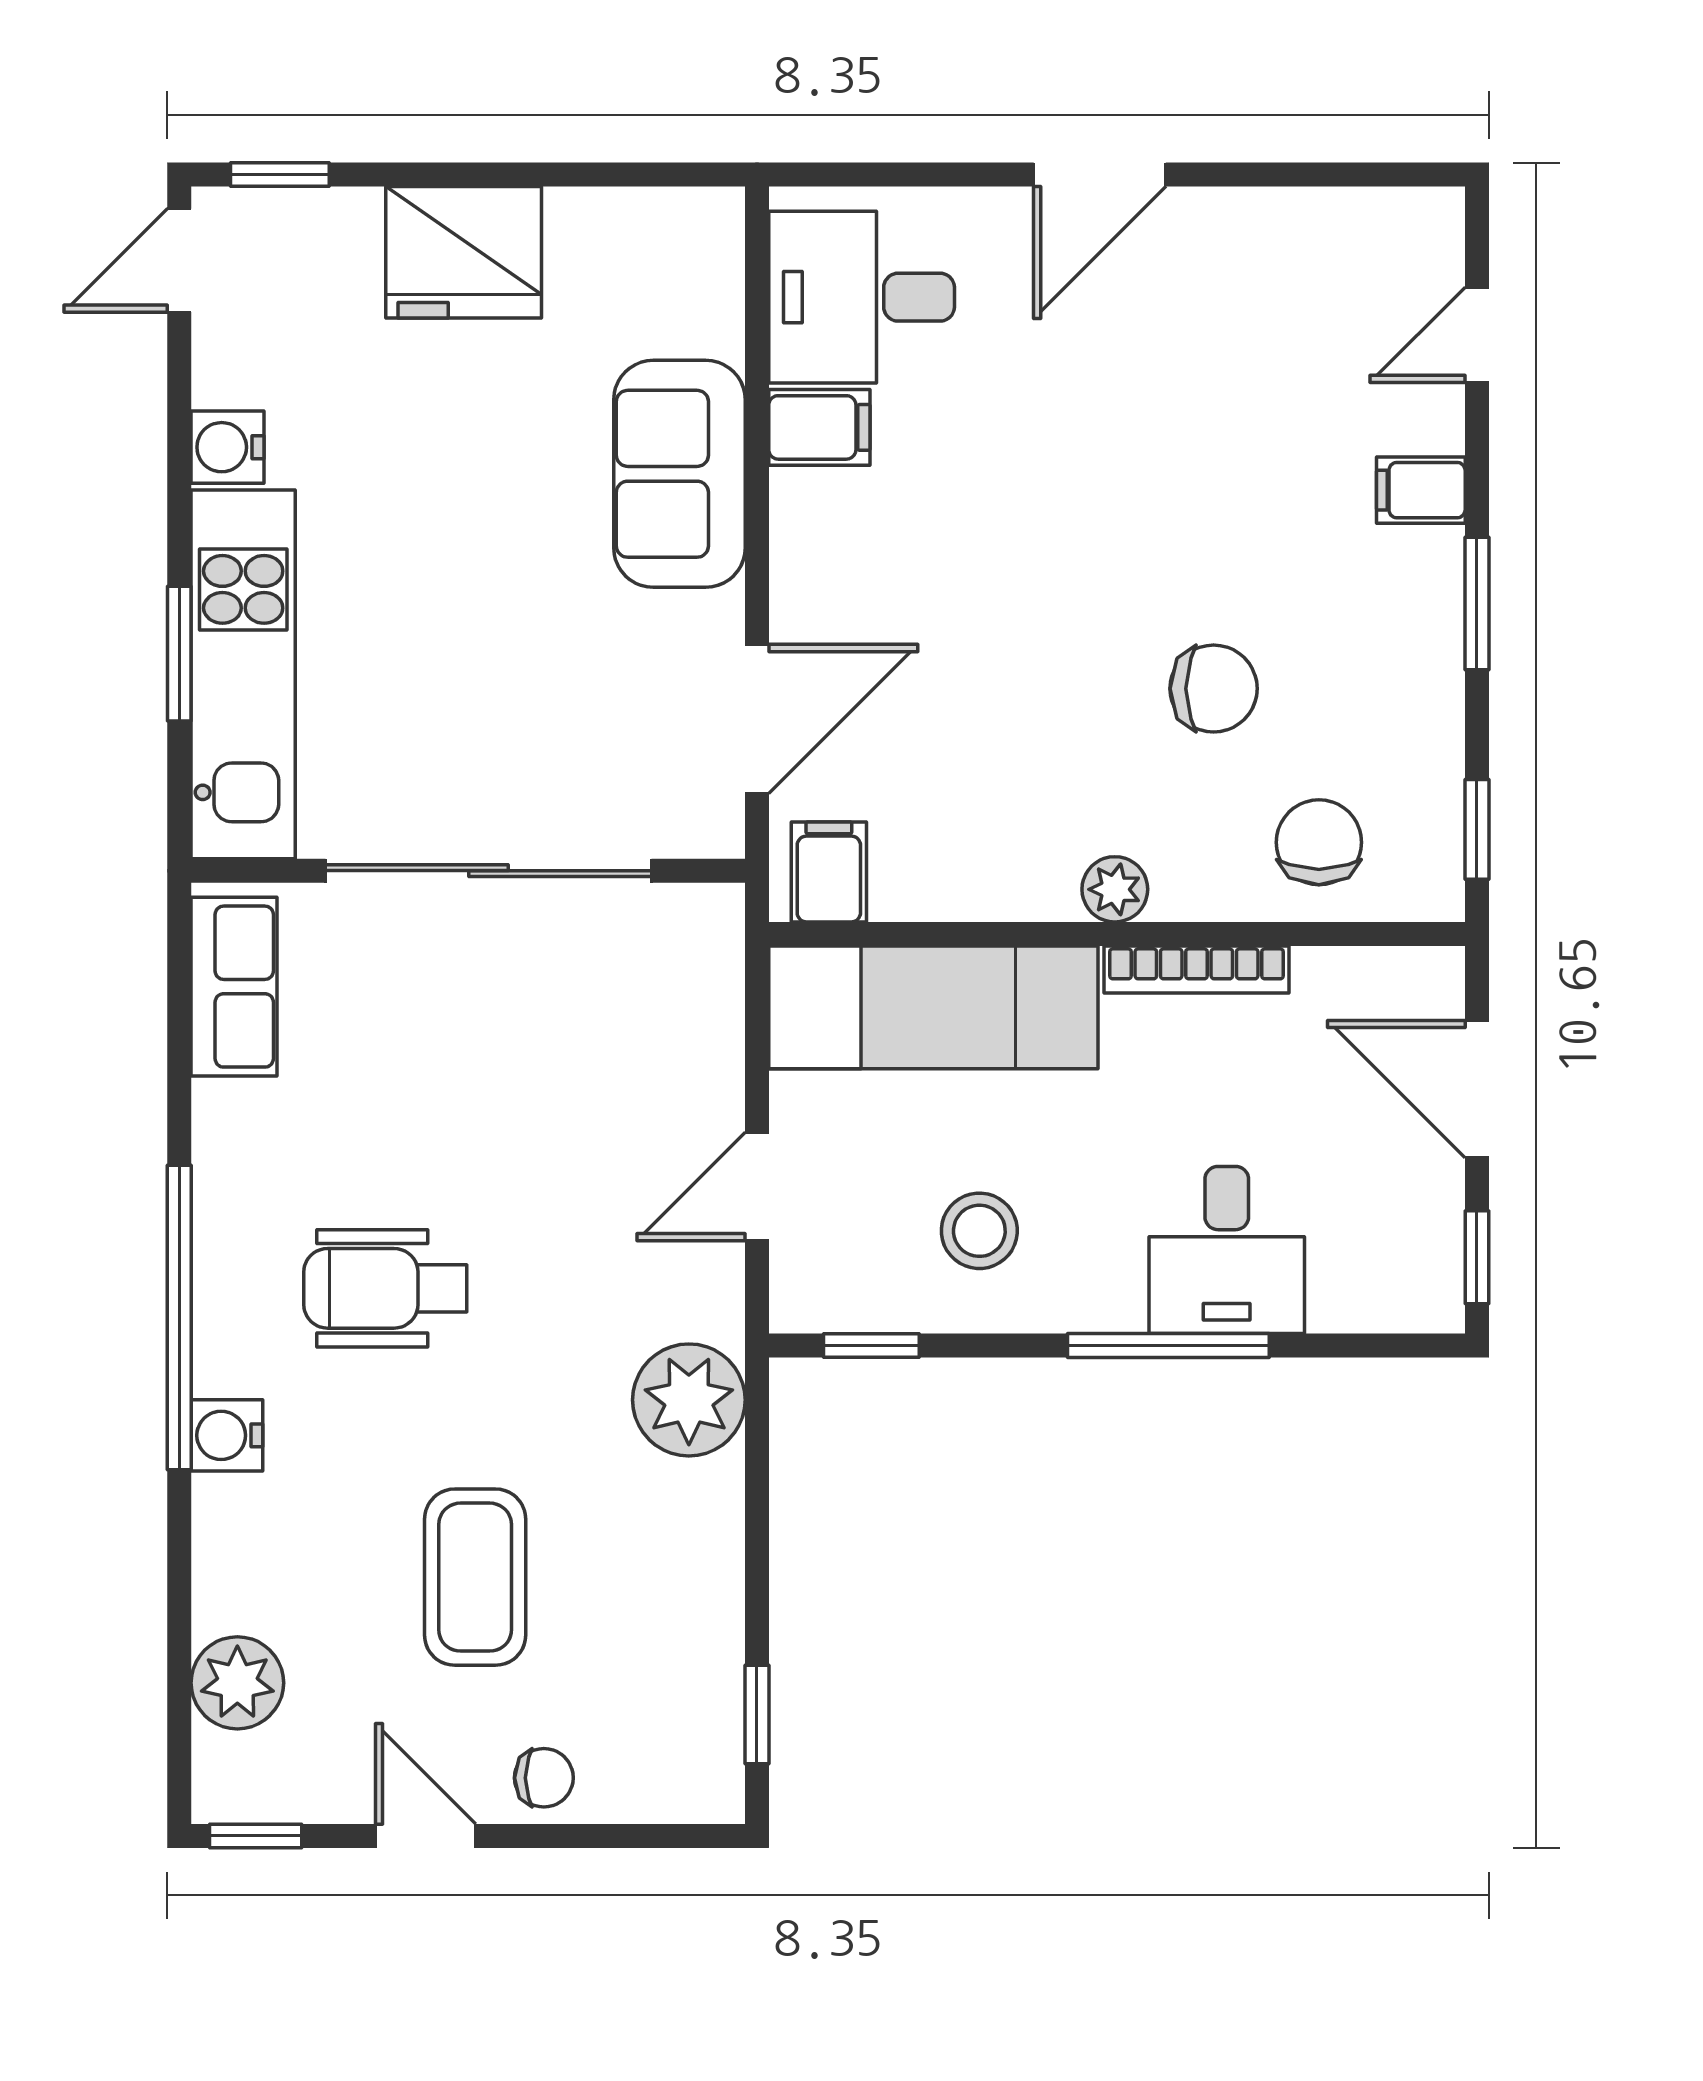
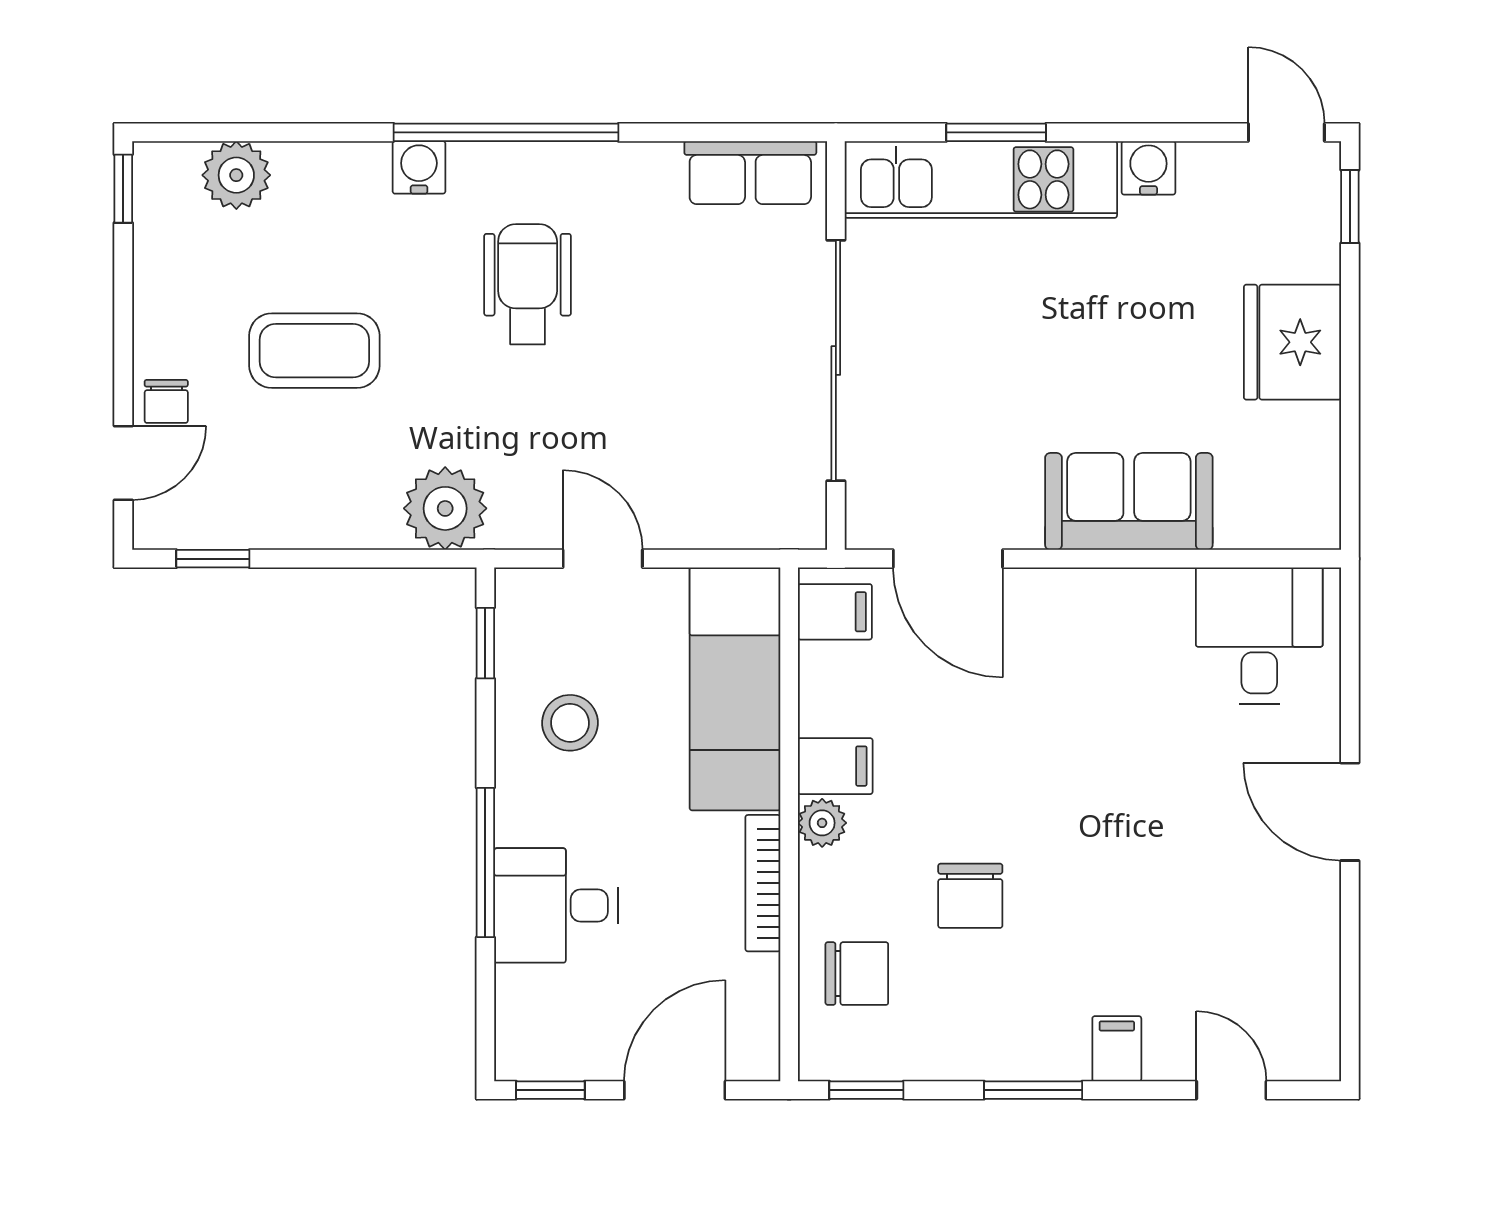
filing cabinet: (819, 427) -> (835, 766), moved, turned -90
door: (426, 1836) -> (123, 463), moved

